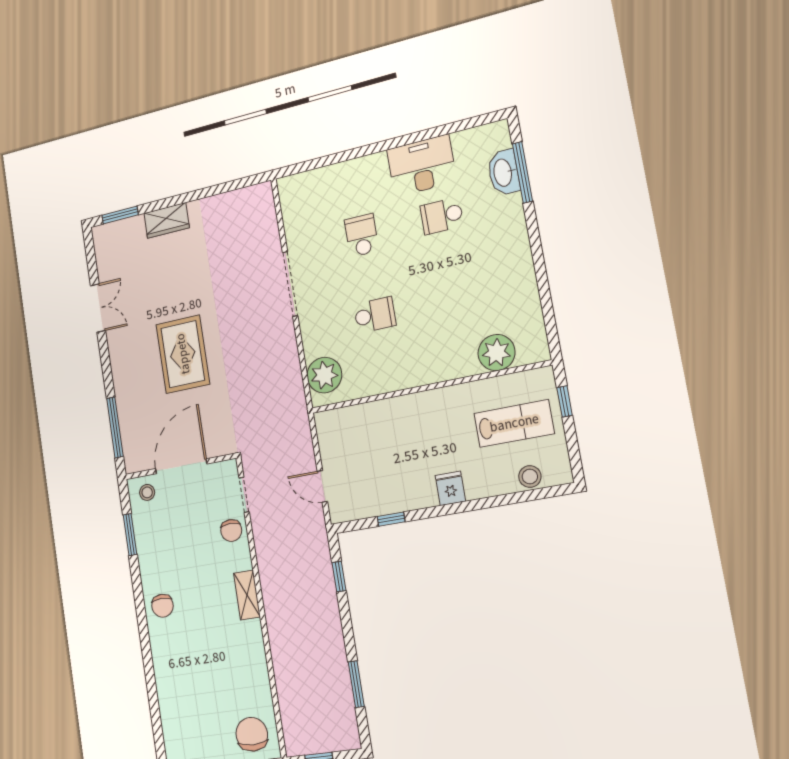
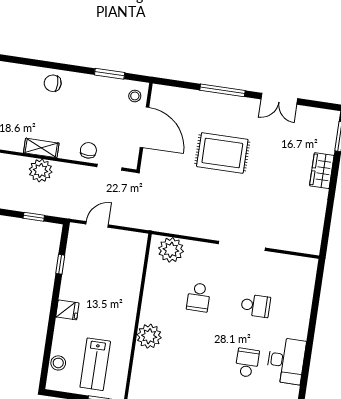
plant: (496, 353) -> (149, 336), moved
window: (115, 427) -> (222, 90), moved
chair: (231, 530) -> (88, 150), turned 90
plant: (276, 587) -> (41, 171), added

